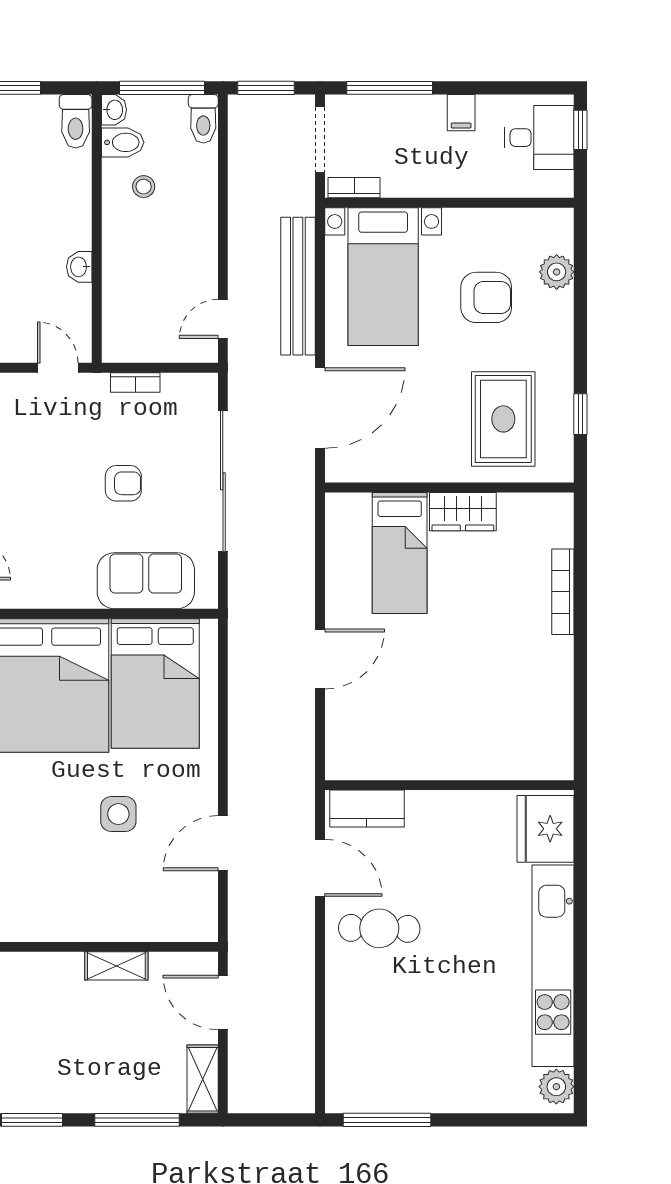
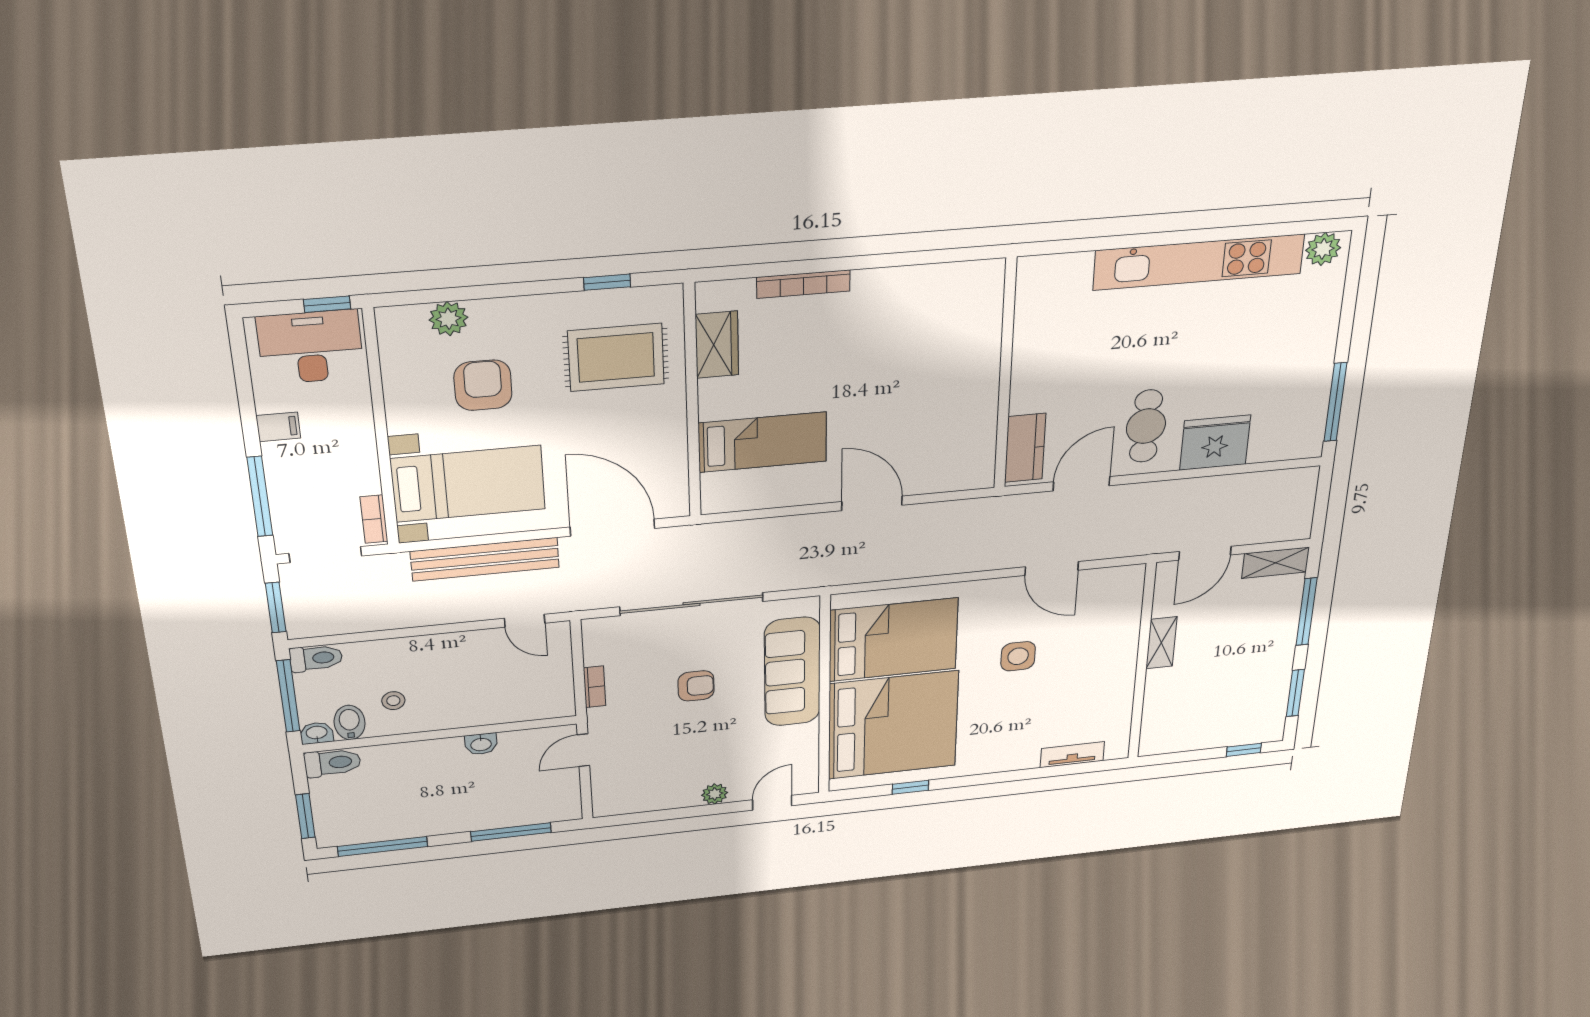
window: (580, 130) -> (327, 304), moved
desk: (539, 138) -> (310, 347), width x1.37
armchair: (123, 483) -> (696, 686), turned 90
wardrobe: (463, 512) -> (717, 345), moved
sofa: (146, 581) -> (792, 672), width x1.36
fridge: (546, 829) -> (1215, 443), moved, turned 180

